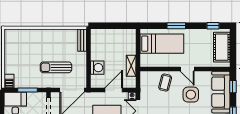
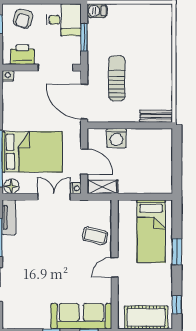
shelving: (131, 66) -> (102, 187), moved
side table: (191, 95) -> (78, 273), removed

